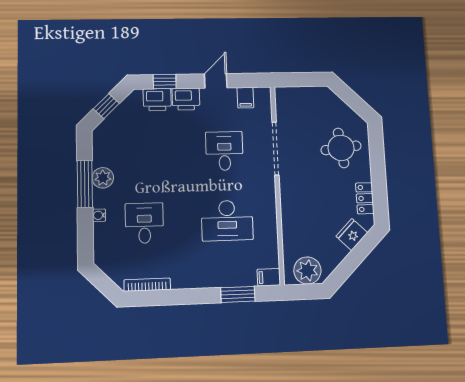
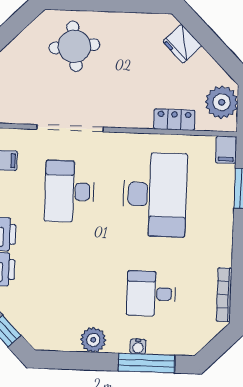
desk: (224, 151) -> (69, 191), width x1.37
window: (85, 184) -> (147, 363), moved
locker: (365, 198) -> (174, 120), moved, turned 180
desk: (227, 220) -> (155, 194), width x1.36, depth x1.30

